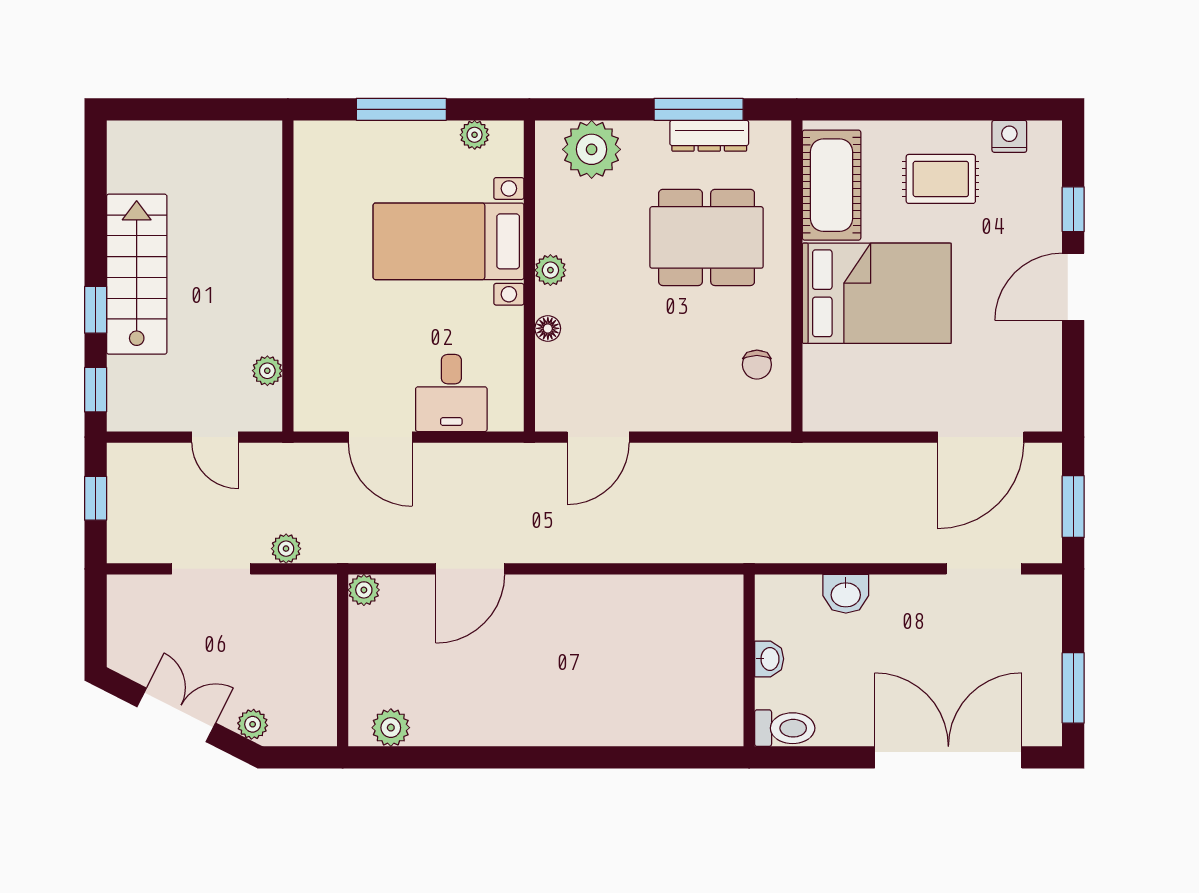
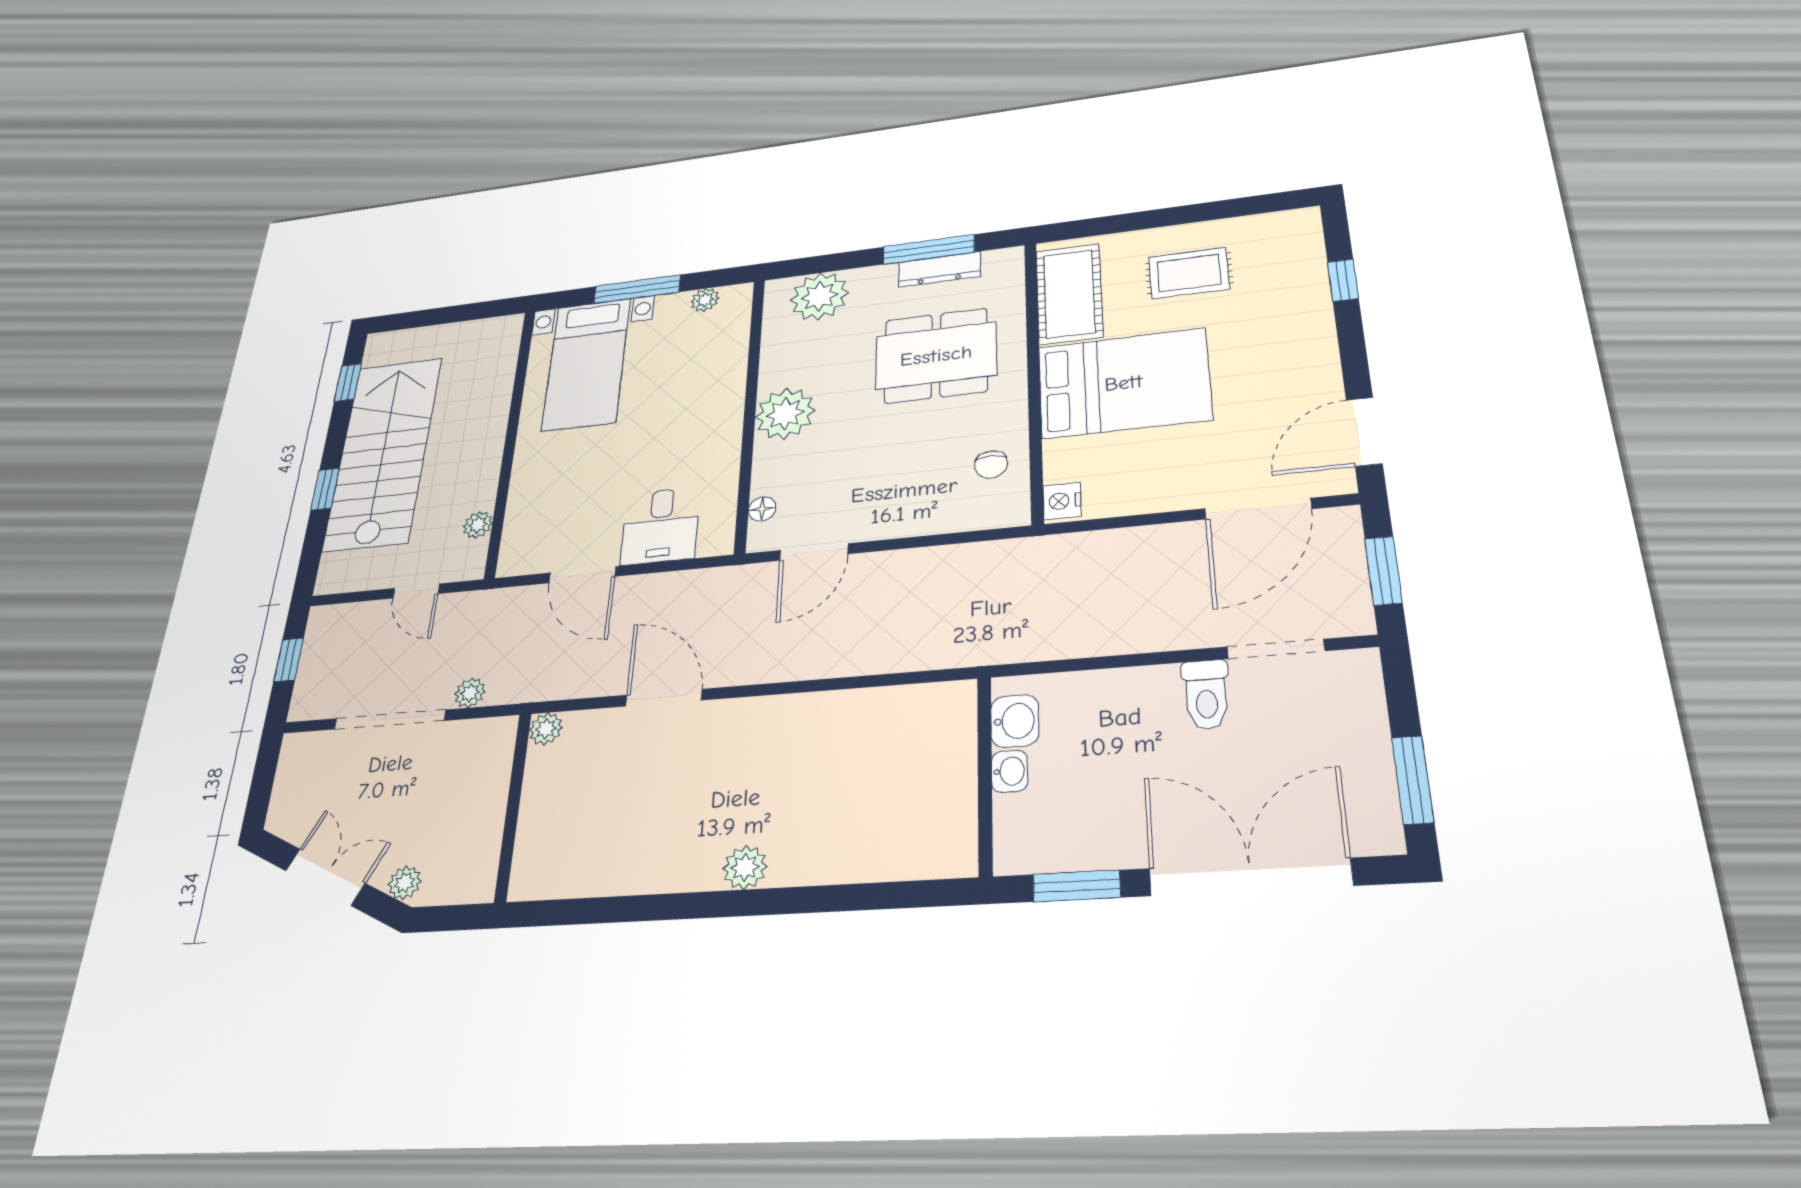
nightstand: (1009, 136) -> (1062, 501), moved, turned -90
bed with nightstands: (449, 241) -> (586, 364), moved, turned -90
plant: (550, 270) -> (785, 414), width x1.87, depth x1.87
stairs: (137, 274) -> (383, 453), width x1.36, depth x1.51
door: (1073, 287) -> (1364, 432), moved
floor lamp: (548, 328) -> (762, 509), moved
window: (96, 390) -> (348, 382), moved
doorway: (211, 569) -> (390, 720), width x1.36
door: (470, 569) -> (664, 698), swing flipped
washbasin: (846, 594) -> (1015, 721), moved, turned -90
plant: (391, 728) -> (745, 867), moved
toilet: (785, 728) -> (1206, 695), moved, turned 90
window: (819, 757) -> (1077, 886), added

